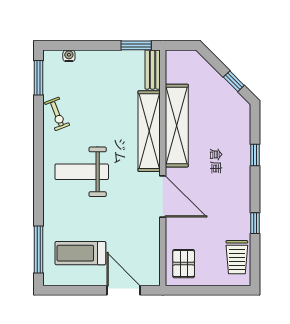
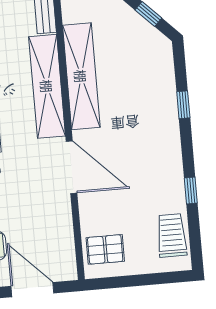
trolley: (237, 257) -> (172, 235), turned 180
pallet: (184, 264) -> (105, 249), turned 90

